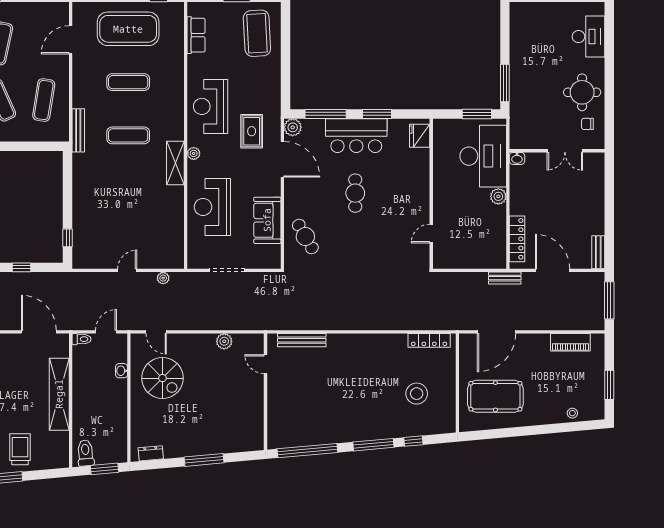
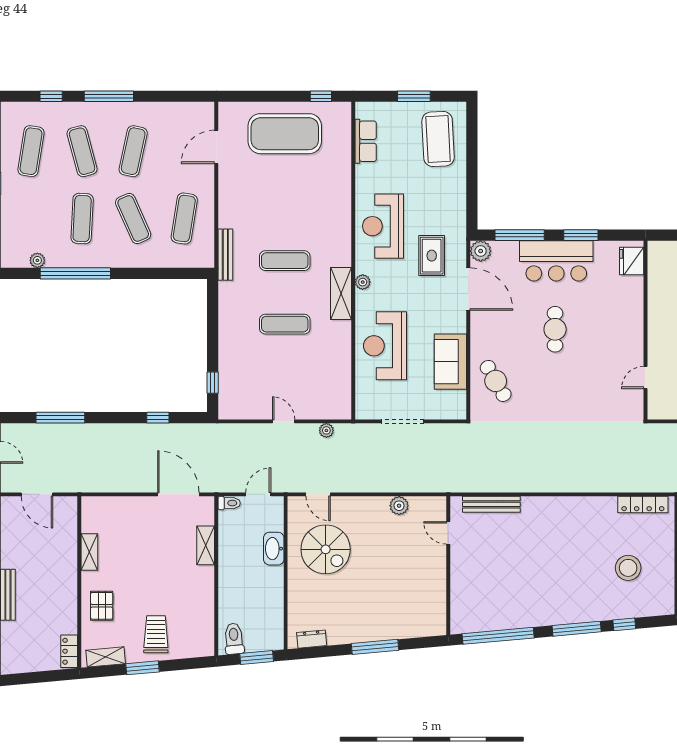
exercise mat: (128, 82) -> (285, 324), moved
door: (127, 270) -> (284, 421), hinge flipped
washbasin: (122, 371) -> (274, 549), width x1.91, depth x1.45
shelving: (59, 394) -> (206, 545), width x0.45, depth x0.75

